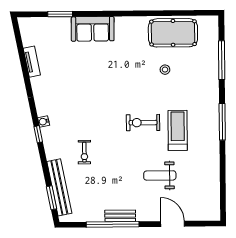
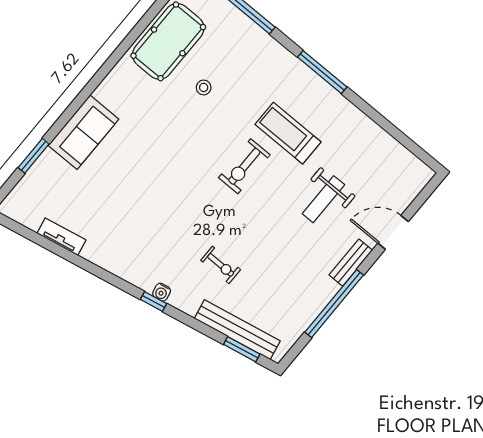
water cooler: (44, 121) -> (162, 292), moved
bench: (120, 216) -> (351, 263), moved

